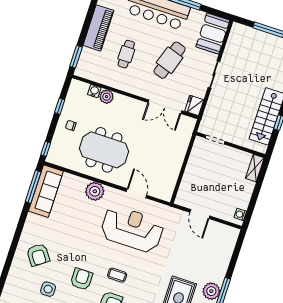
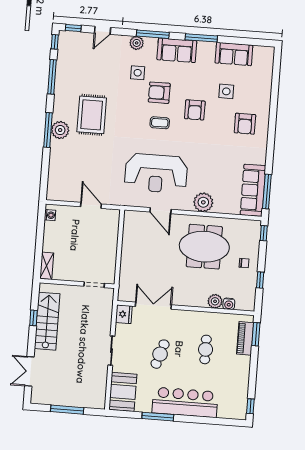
piano: (98, 28) -> (245, 338), moved, width x0.73, depth x0.75
cafe table: (170, 60) -> (160, 354), width x0.73, depth x0.74
armchair: (38, 255) -> (245, 124), turned -145

